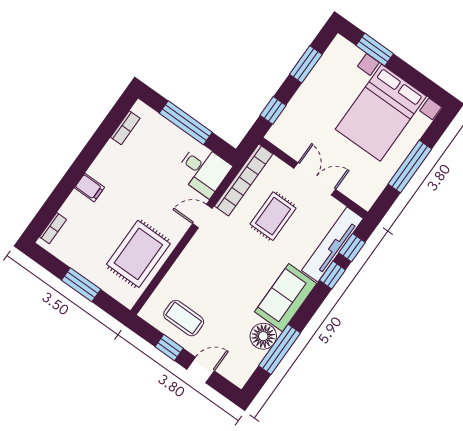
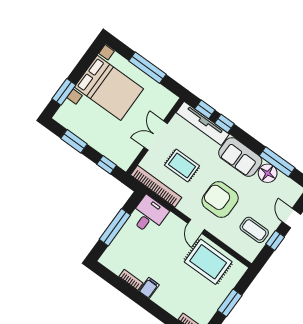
bookcase: (125, 128) -> (131, 280), moved
filing cabinet: (89, 188) -> (149, 288), moved
door: (202, 216) -> (196, 226), moved
armchair: (226, 270) -> (220, 200), added
coffee table: (184, 318) -> (254, 230), turned 90

